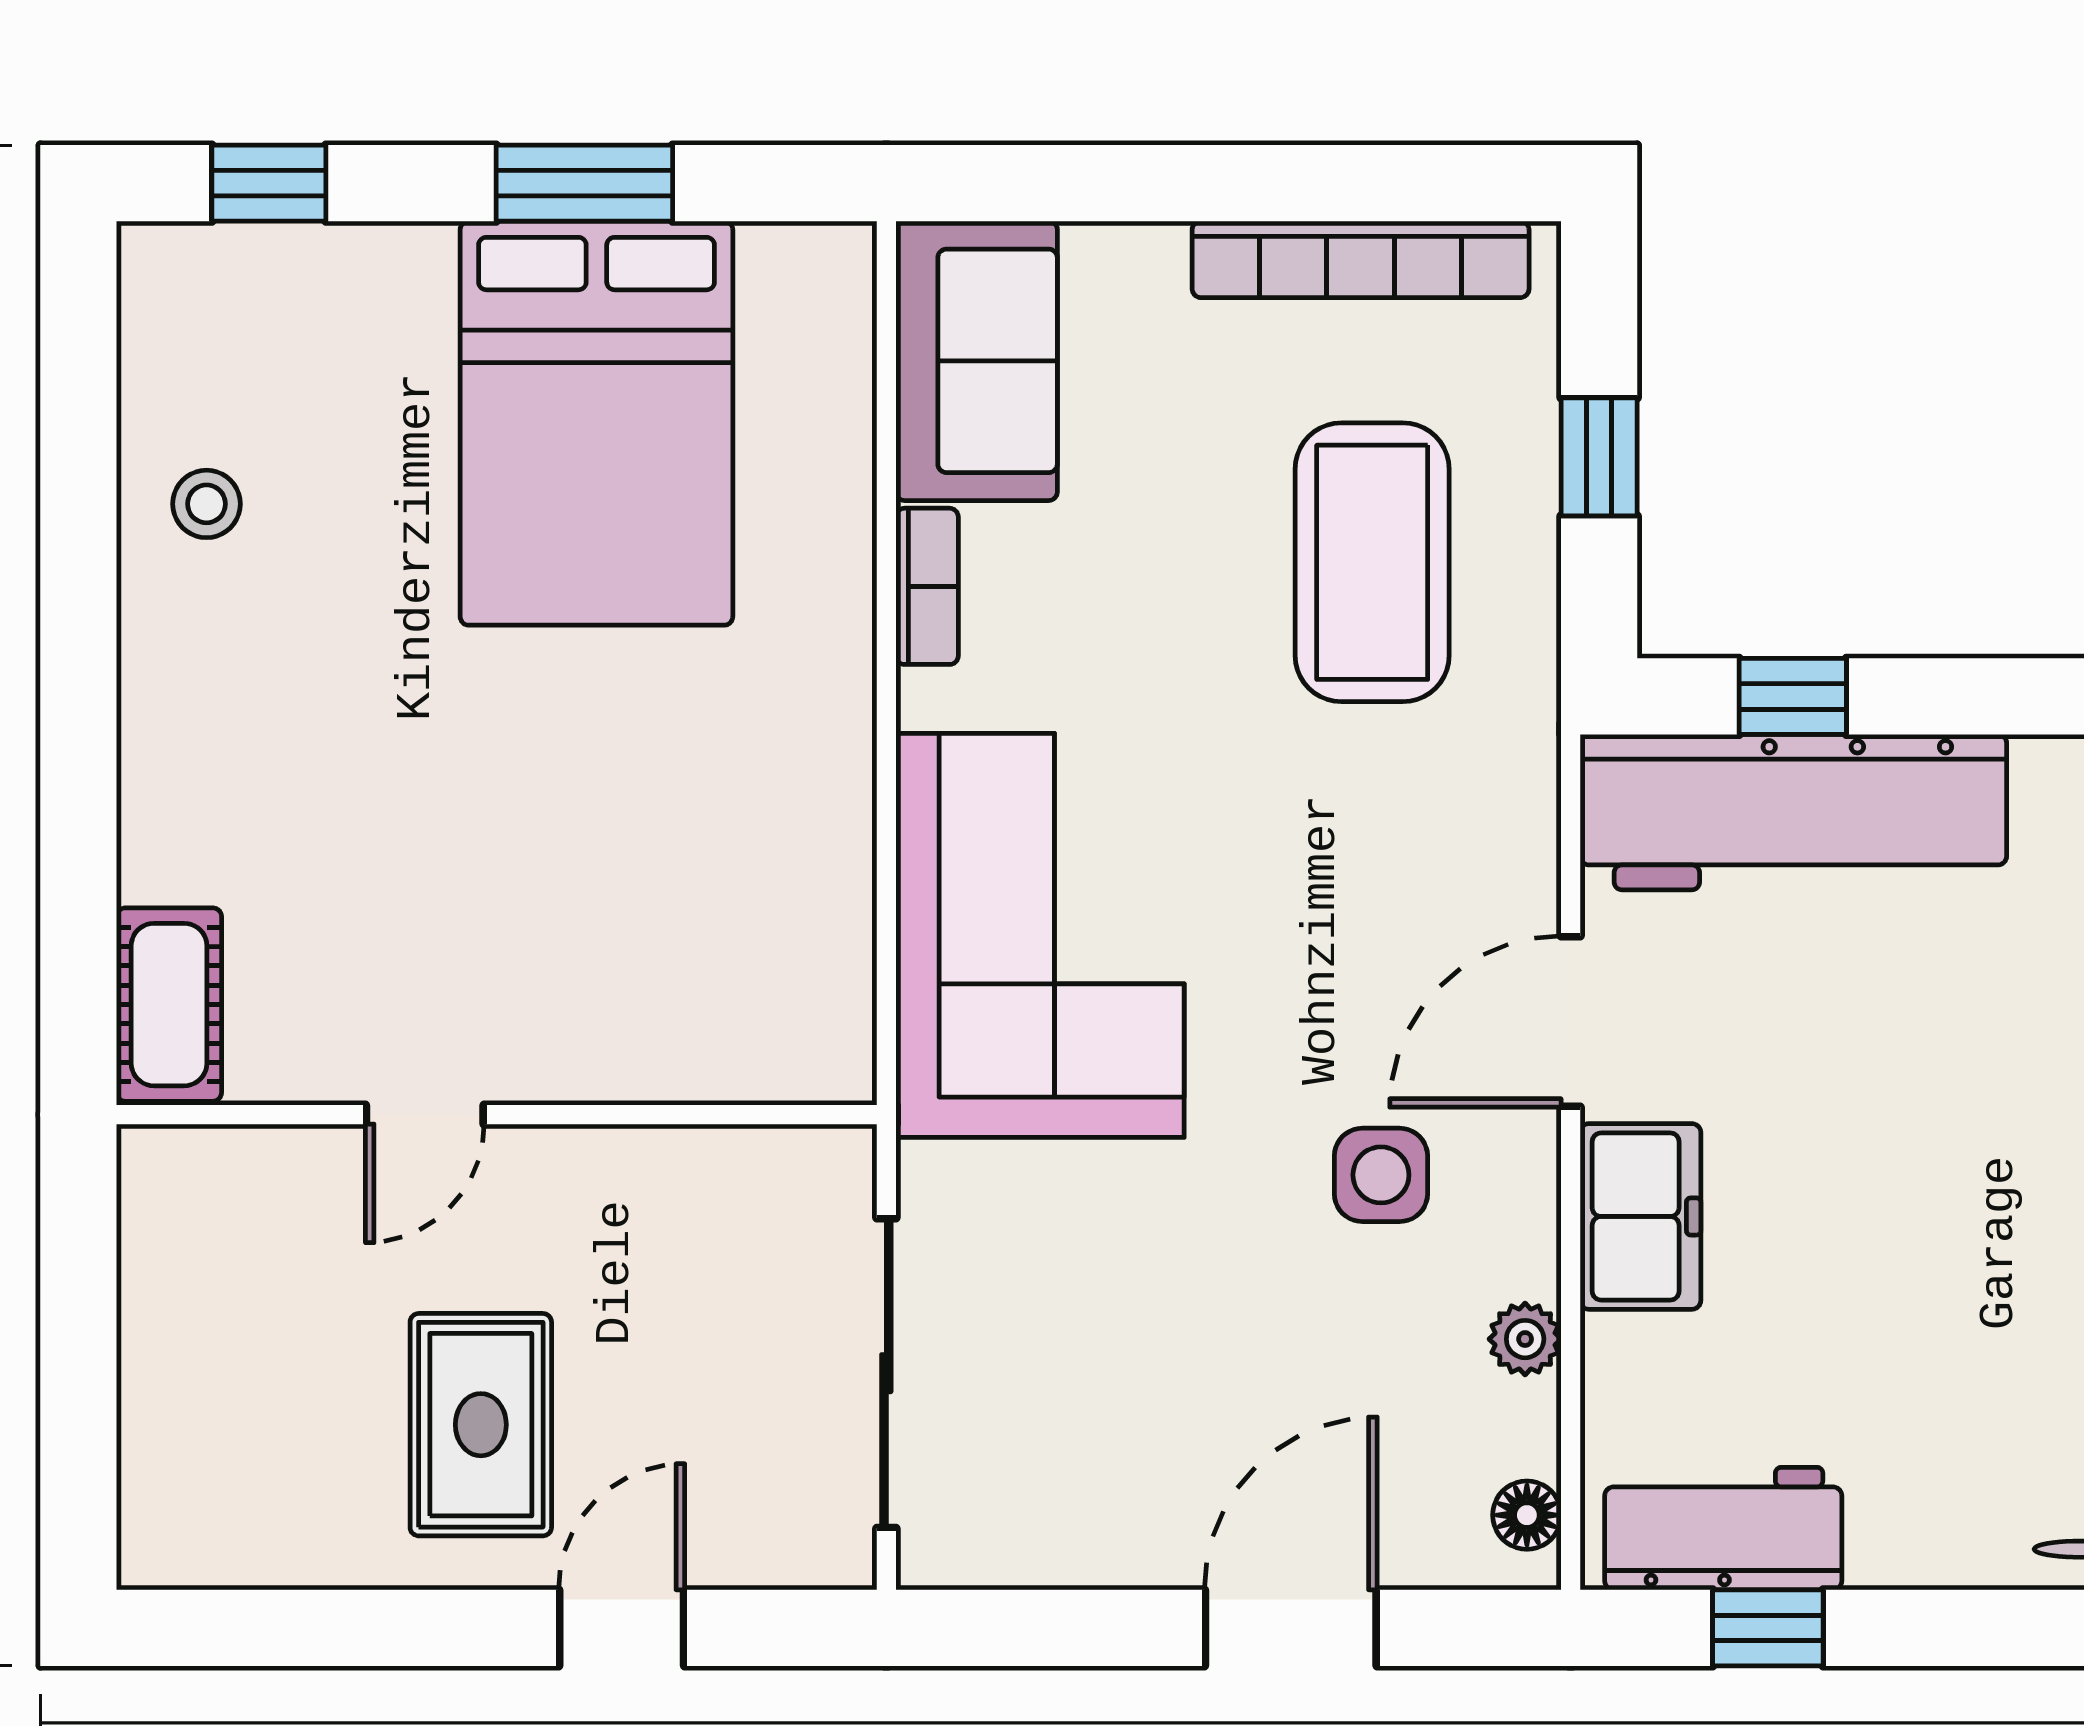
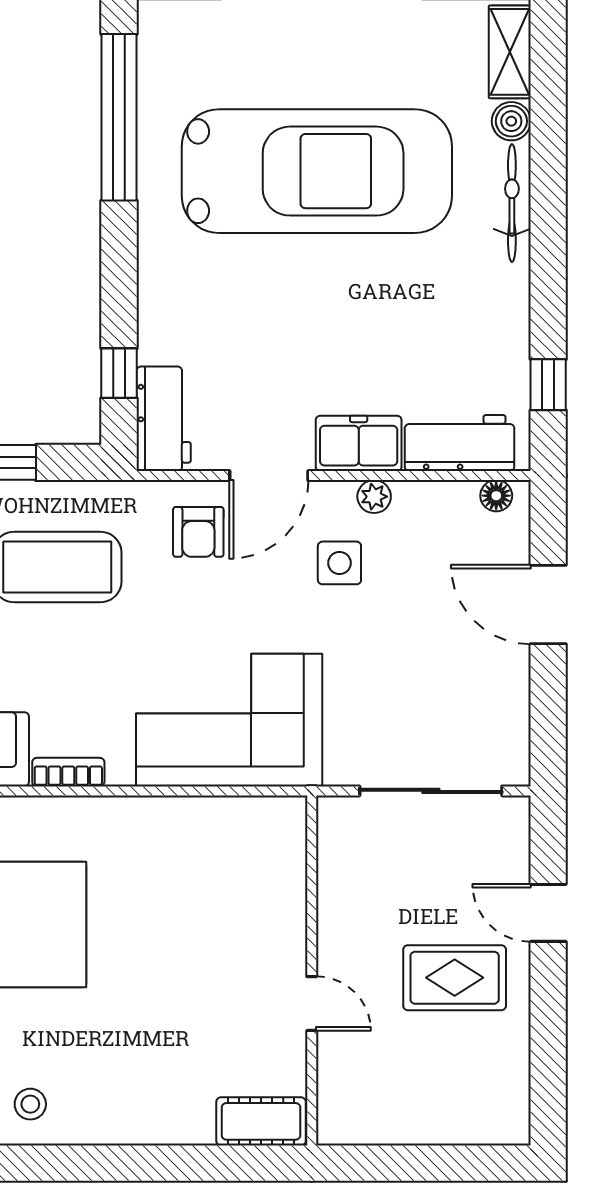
workbench: (1793, 812) -> (164, 419), width x0.53, depth x0.76
armchair: (1448, 868) -> (198, 532), added
door: (1571, 1022) -> (269, 476), hinge flipped
plant: (1525, 1339) -> (374, 497), moved
workbench: (1723, 1529) -> (460, 443), moved, turned 90

